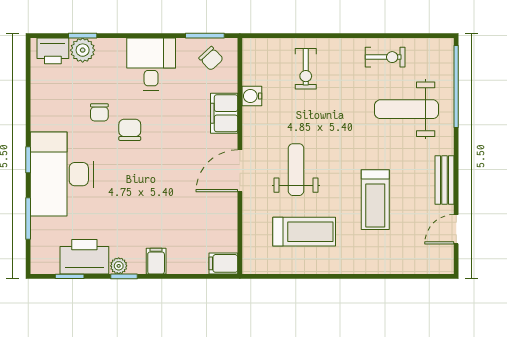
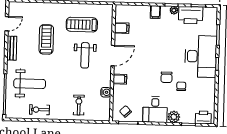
plant: (83, 50) -> (174, 117), moved
filing cabinet: (224, 113) -> (120, 79), width x0.50
filing cabinet: (223, 263) -> (122, 28), moved

